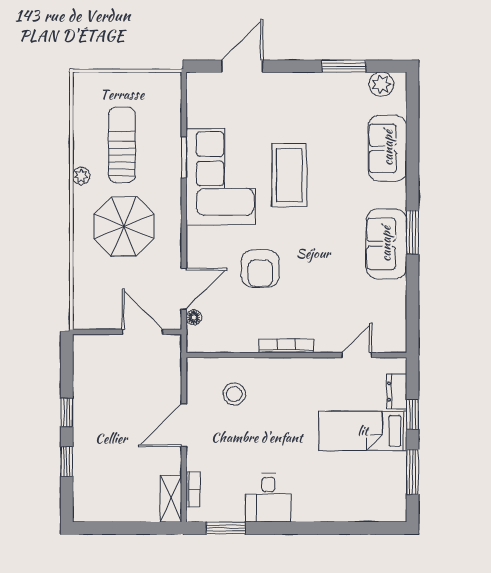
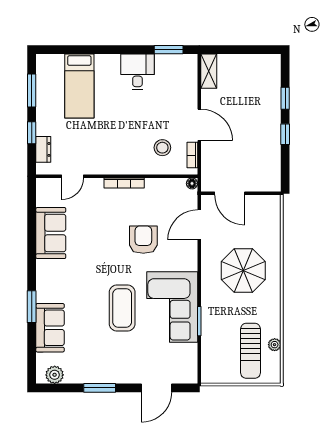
window: (344, 66) -> (100, 388), moved
sun lounger: (122, 145) -> (250, 351), moved
plant: (81, 176) -> (275, 345), moved
window: (413, 232) -> (32, 307), moved
sofa: (386, 244) -> (51, 233), moved
floor lamp: (194, 317) -> (192, 183), moved
door: (184, 425) -> (199, 125), hinge flipped
bed: (363, 431) -> (79, 86), moved, turned 90
bookcase: (193, 489) -> (192, 155), moved

